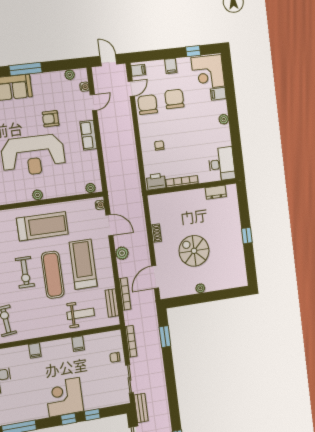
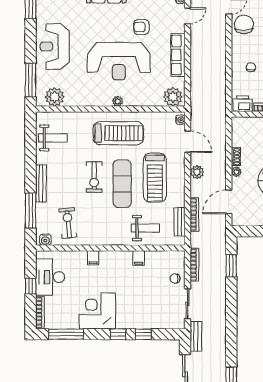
row of seats: (89, 135) -> (178, 55), width x1.48
plant: (90, 188) -> (173, 97), width x1.87, depth x1.87
plant: (158, 248) -> (236, 172), added
treadmill: (83, 264) -> (155, 178), turned 180
corner desk: (64, 397) -> (97, 311), moved

